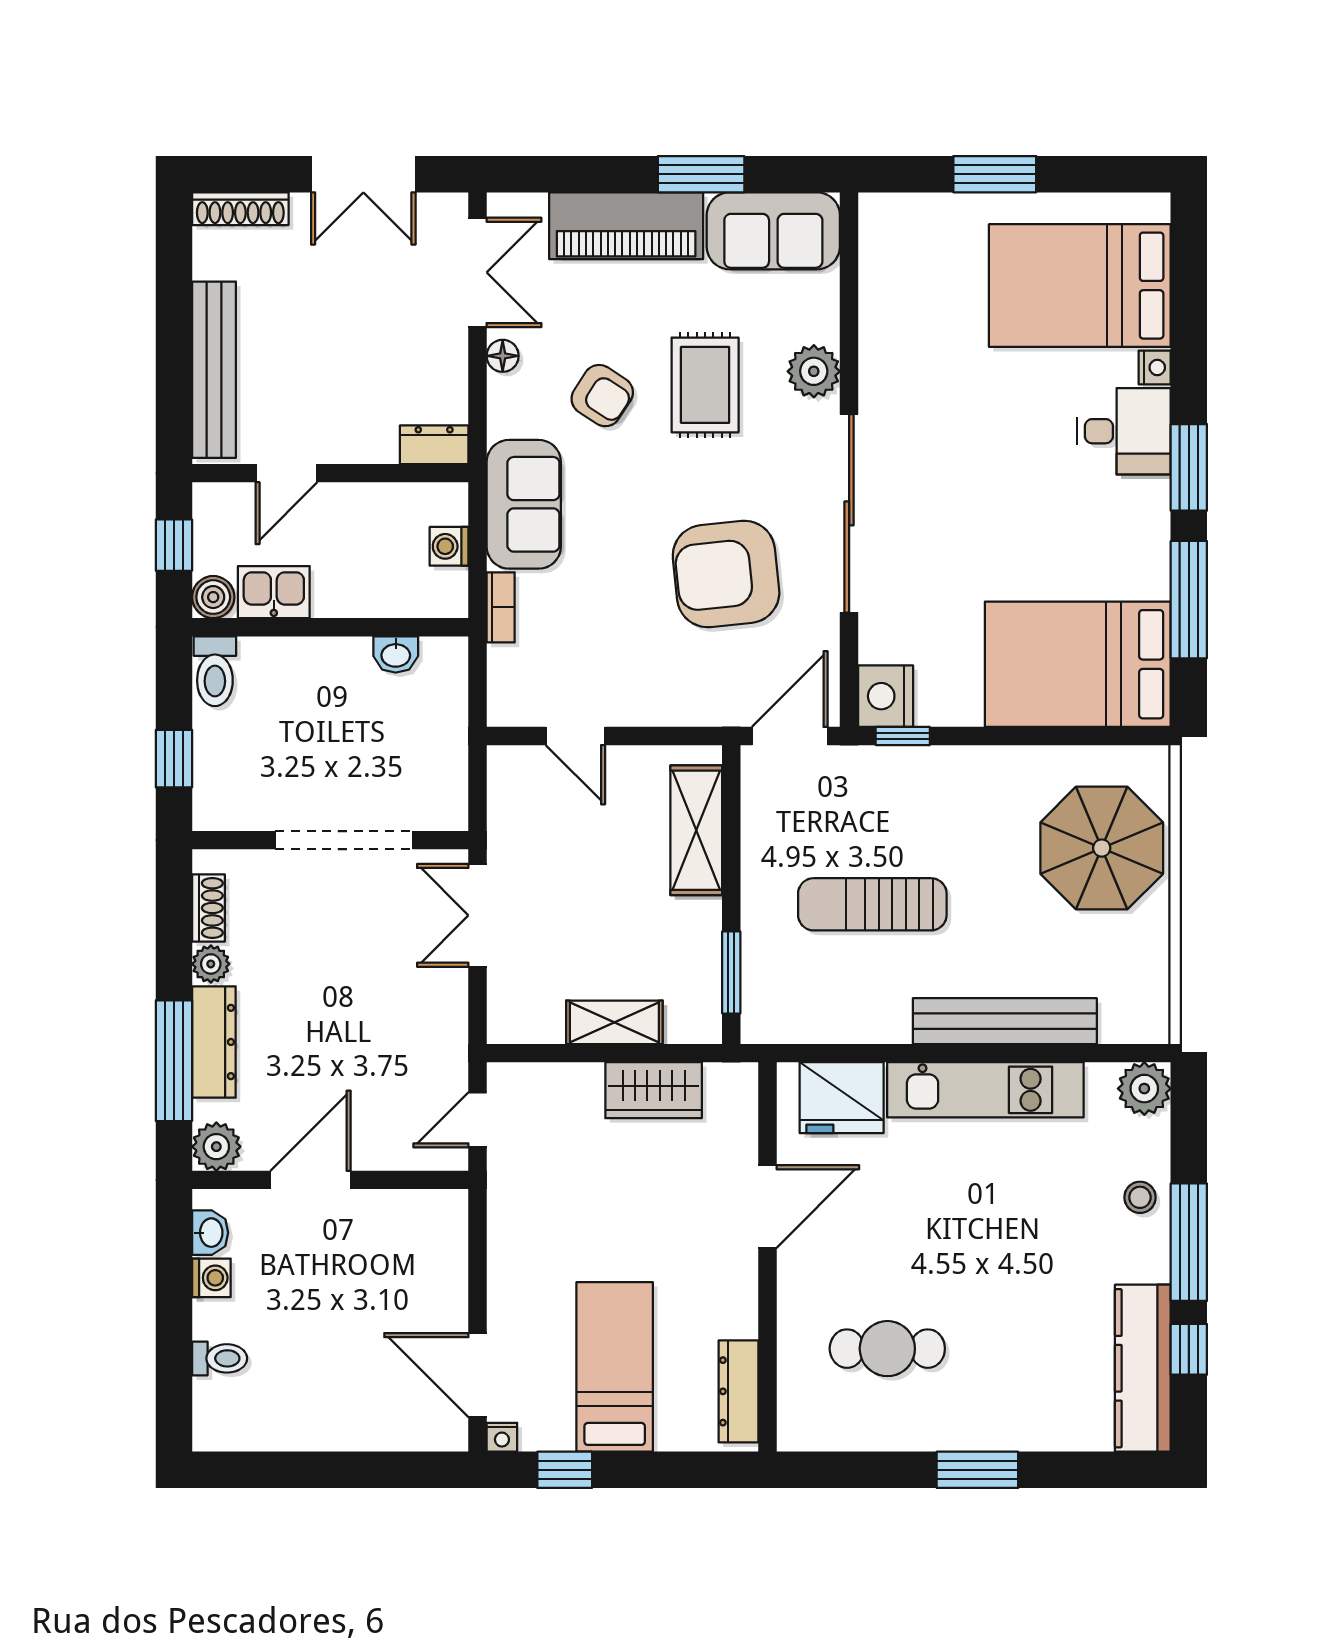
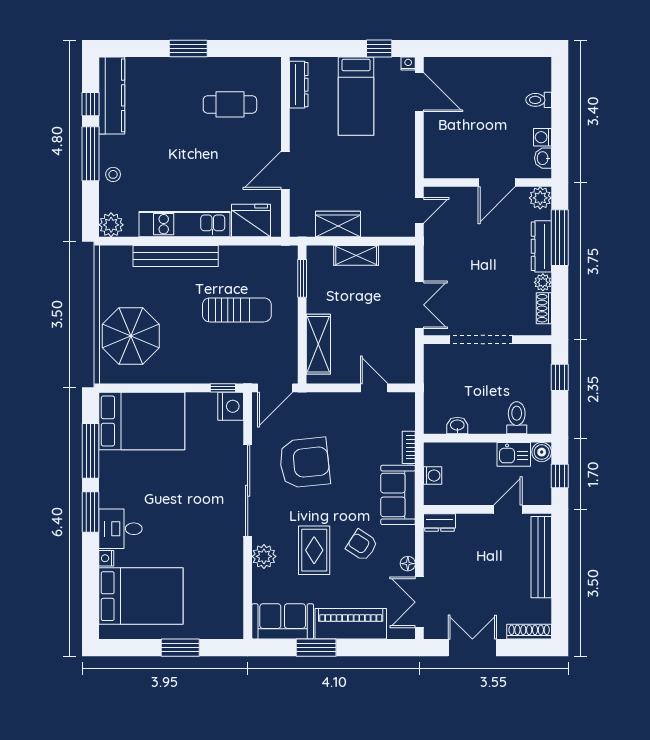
toilet: (215, 671) -> (517, 418), moved

